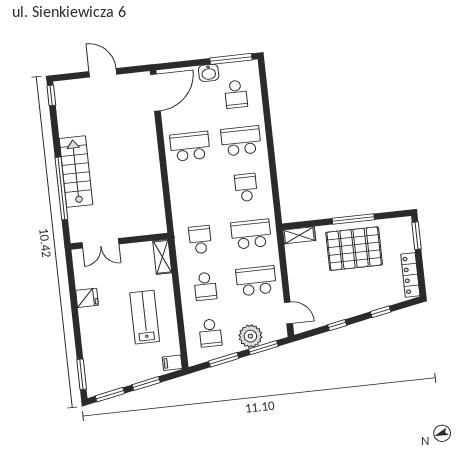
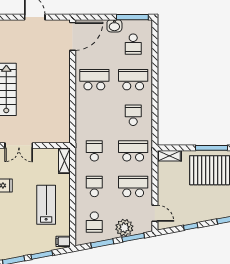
school desk: (205, 286) -> (94, 186), turned 180

